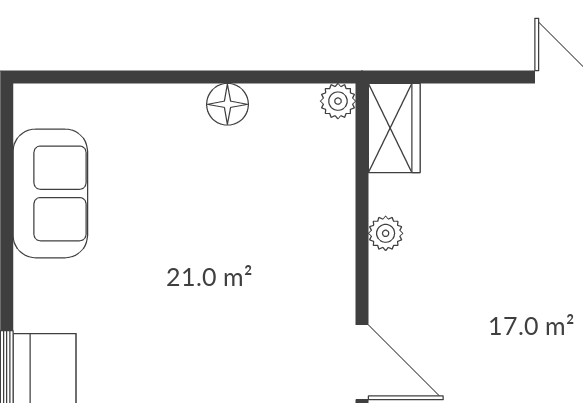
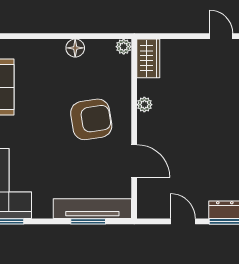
armchair: (264, 267) -> (91, 119), added

